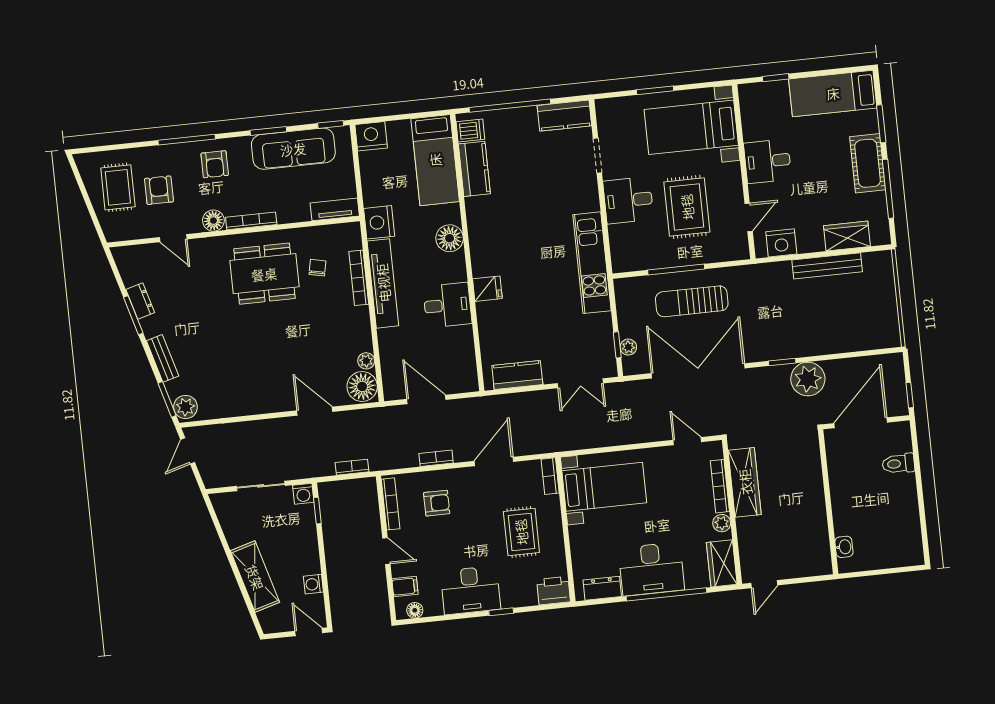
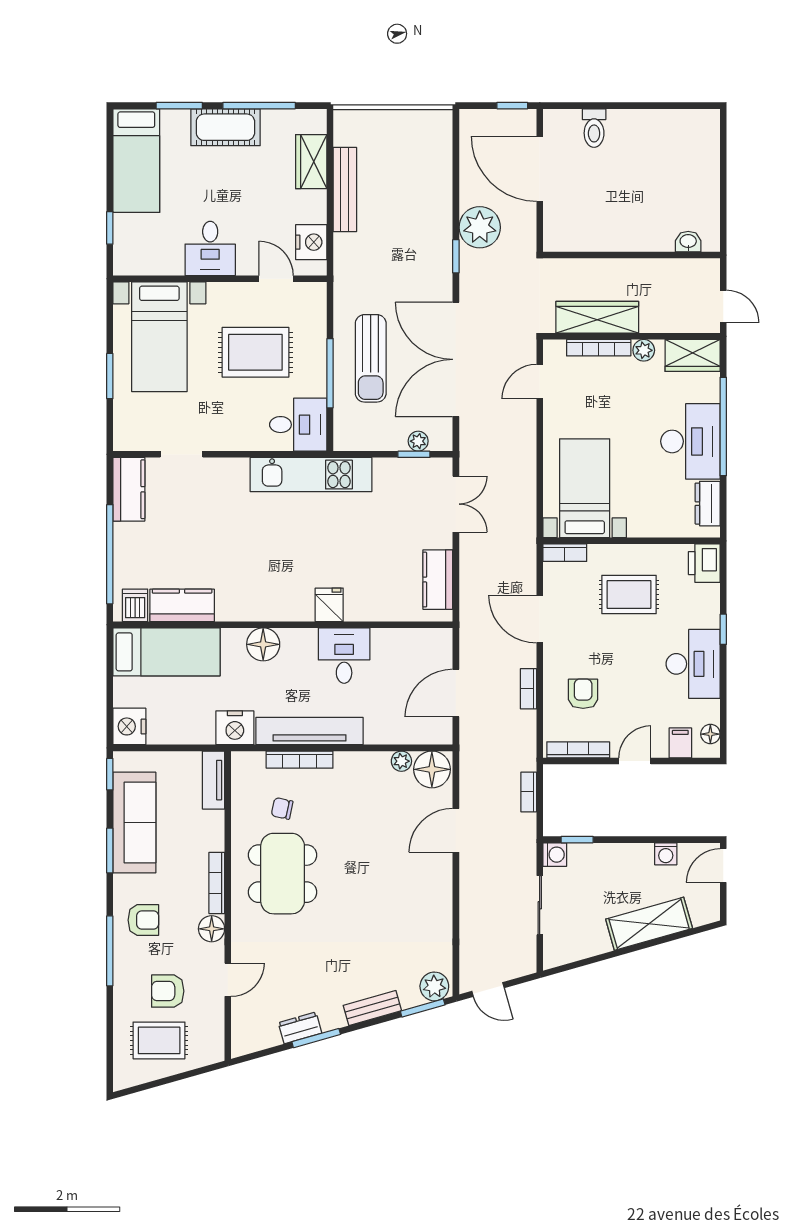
desk: (628, 200) -> (298, 425), moved, turned -90
wall: (828, 502) -> (631, 255), moved
washbasin: (844, 547) -> (688, 242), moved

